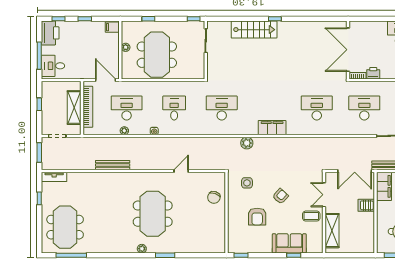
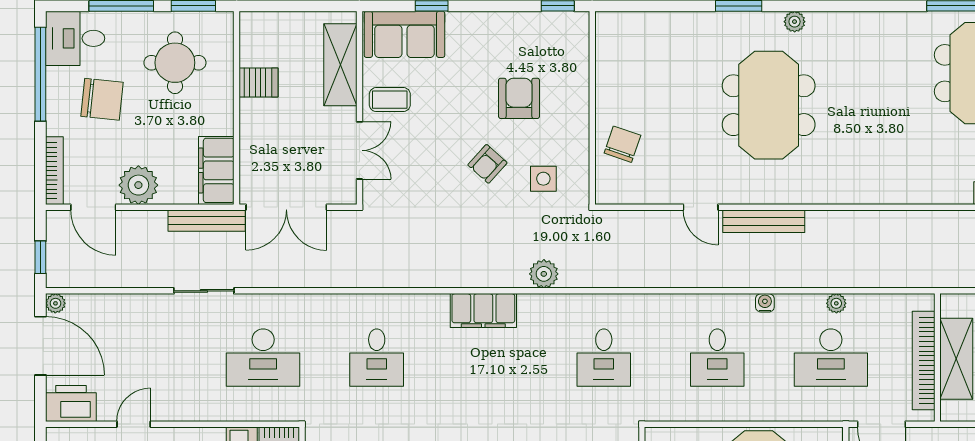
desk: (222, 108) -> (604, 358), width x0.73
desk: (317, 108) -> (377, 358), width x0.73
bench: (113, 165) -> (764, 221), moved
door: (181, 171) -> (701, 207), hinge flipped
double door: (355, 171) -> (286, 207), swing flipped
armchair: (280, 196) -> (487, 164), moved
server rack: (366, 205) -> (259, 82), moved
sofa: (289, 243) -> (404, 34), moved

